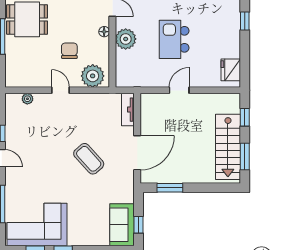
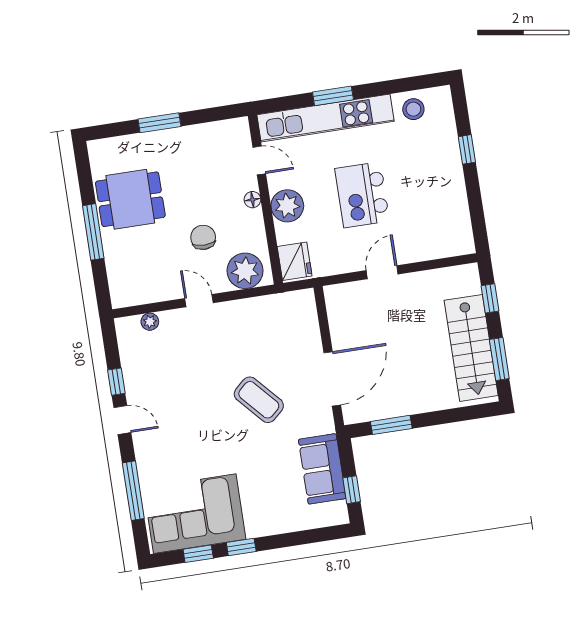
fridge: (231, 70) -> (295, 261), moved, turned 180
tv unit: (128, 110) -> (308, 314), removed
sofa: (122, 225) -> (322, 469), moved

